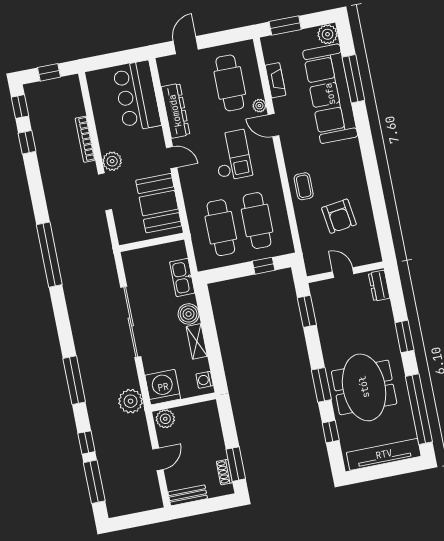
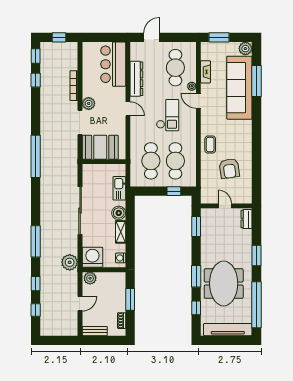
booth: (159, 203) -> (100, 147), moved, turned 90
window: (236, 464) -> (130, 299), moved
window: (94, 482) -> (36, 310), width x0.46

